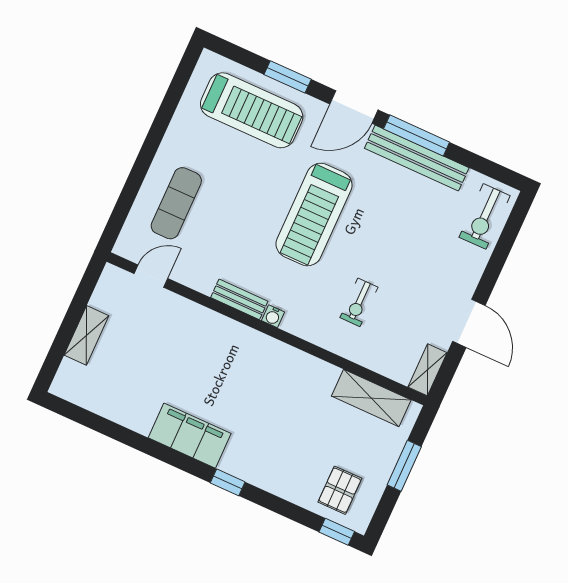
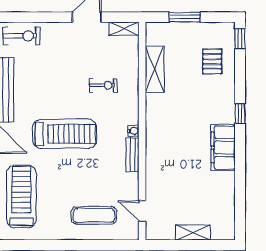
shelving: (371, 398) -> (155, 69), moved
pallet: (340, 490) -> (212, 61), moved, turned 90

